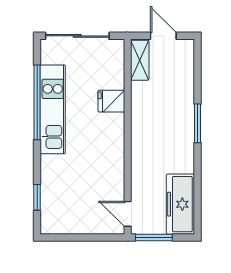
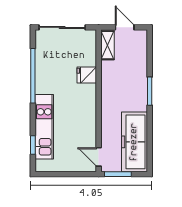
kitchen unit: (53, 109) -> (44, 127), moved
freezer: (180, 204) -> (134, 142), width x1.36, depth x1.26

